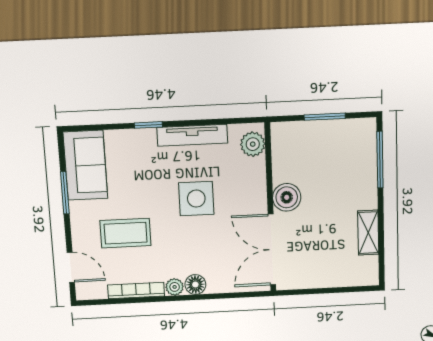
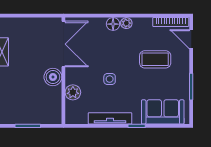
plant: (253, 144) -> (73, 92), moved
sofa: (85, 165) -> (163, 112), moved, turned 90
side table: (196, 199) -> (110, 79), width x0.54, depth x0.54
bookcase: (136, 291) -> (171, 22), moved

